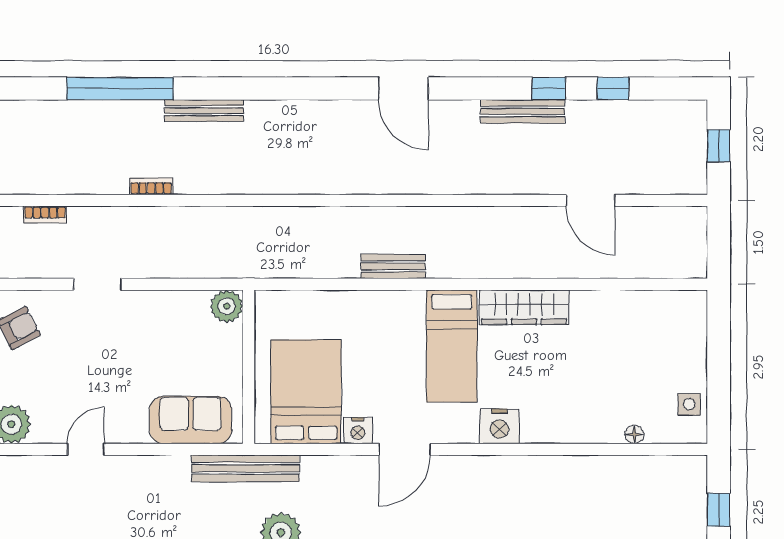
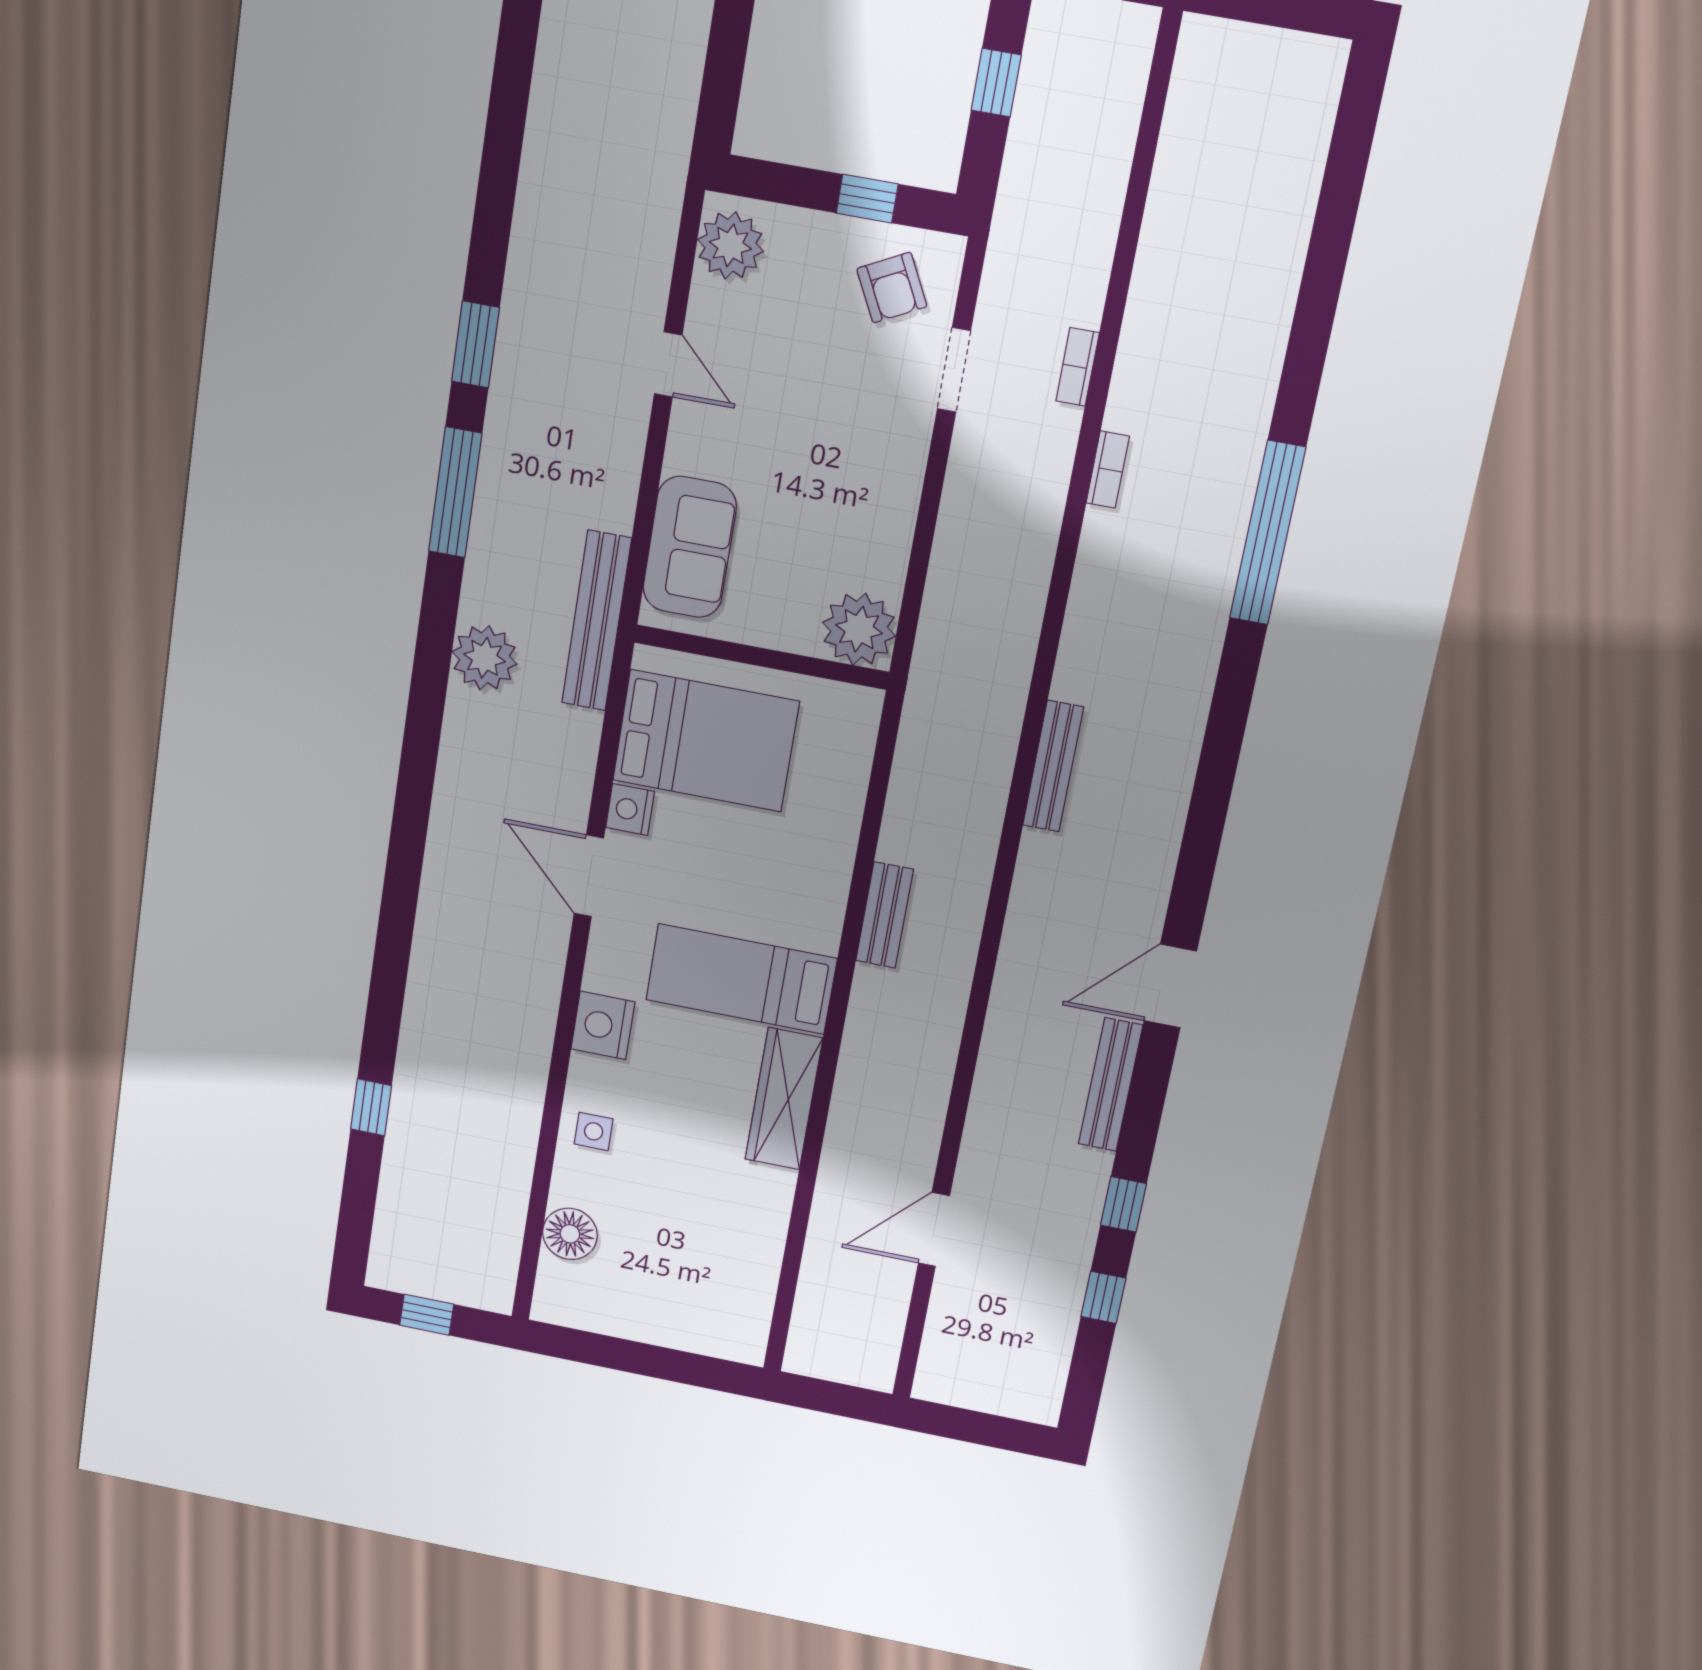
bench: (204, 111) -> (1053, 766), moved
bench: (523, 111) -> (1111, 1085), moved
window: (719, 146) -> (983, 1429), removed
bookcase: (151, 186) -> (1108, 470), moved
doorway: (97, 284) -> (954, 370), moved
plant: (227, 306) -> (859, 629), width x1.36, depth x1.36
side table: (689, 404) -> (594, 1131), moved
floor lamp: (635, 434) -> (570, 1234), width x1.89, depth x1.89

